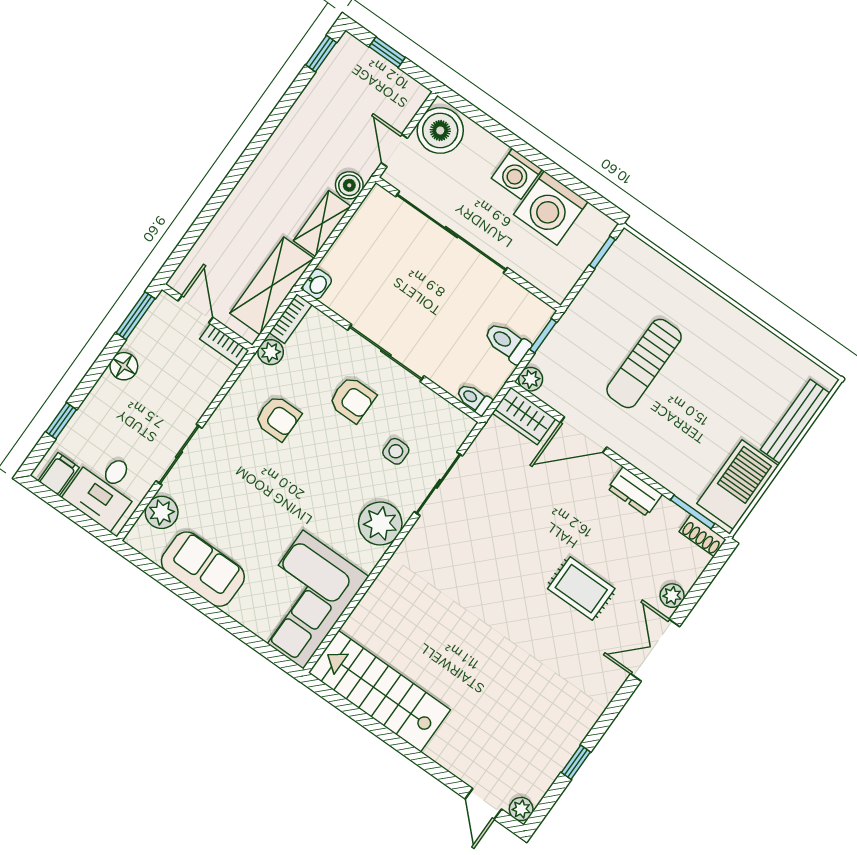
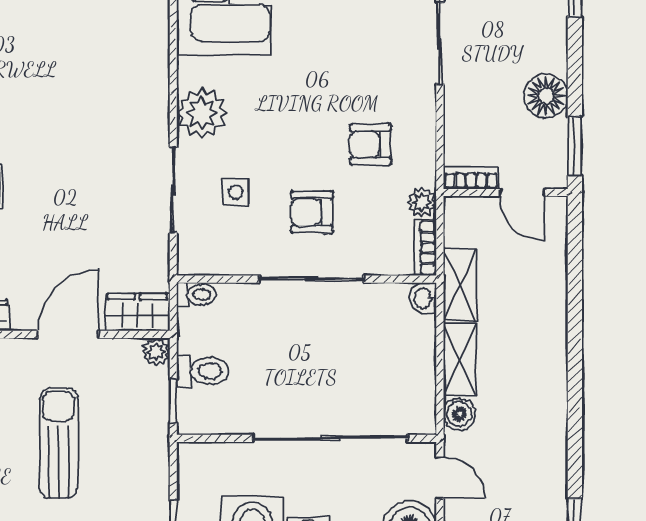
shelving: (272, 286) -> (460, 284), width x0.67, depth x0.75
floor lamp: (124, 366) -> (546, 96), width x1.38, depth x1.38

